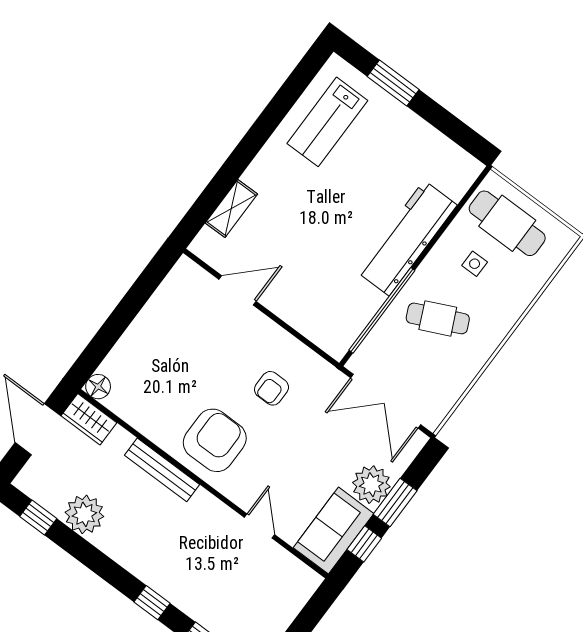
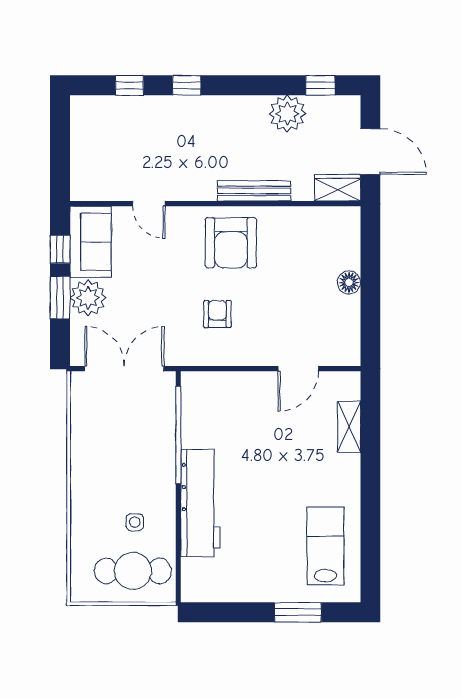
cafe table: (438, 318) -> (132, 460), removed
floor lamp: (98, 387) -> (349, 282), moved

